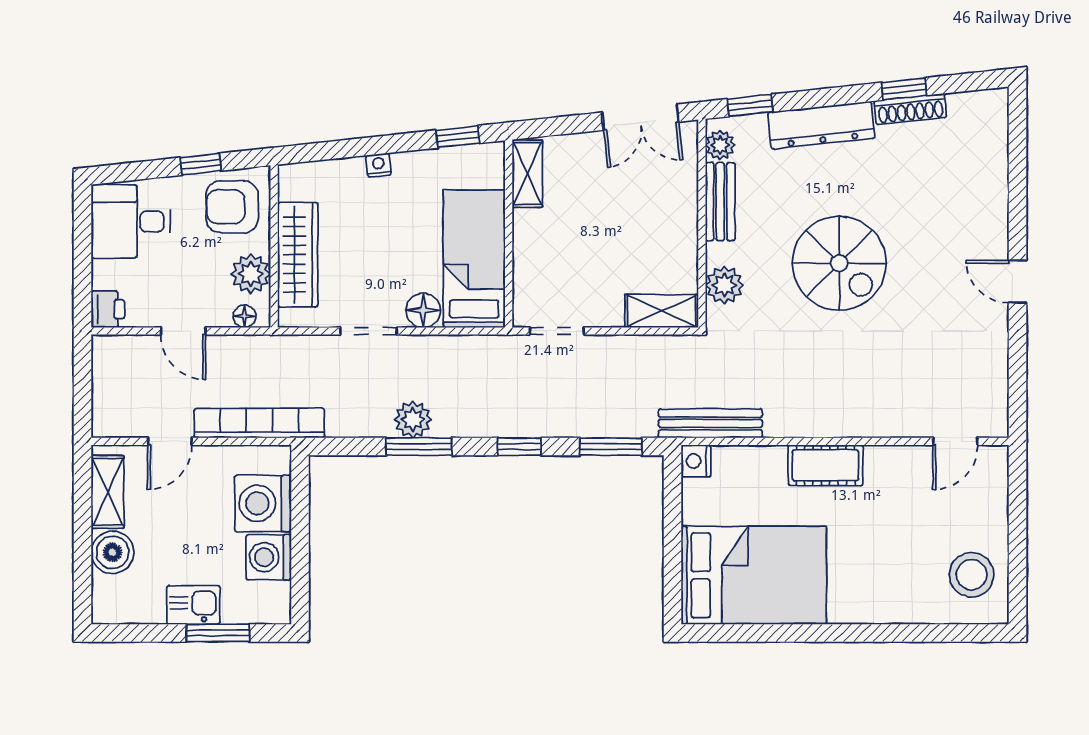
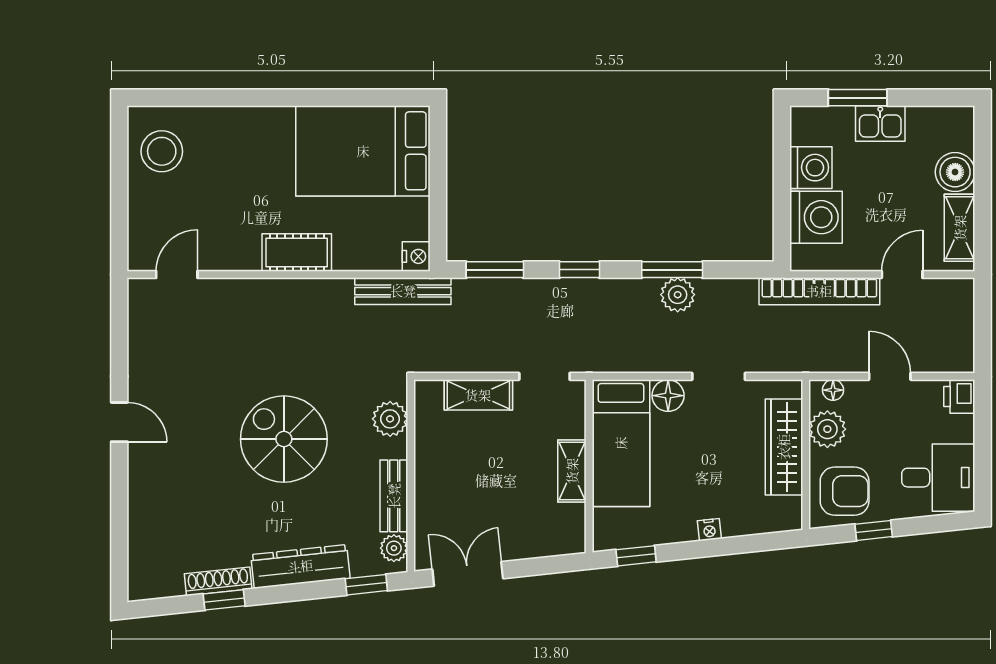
shelving: (527, 174) -> (572, 471), moved
shelving: (662, 311) -> (478, 395), moved

